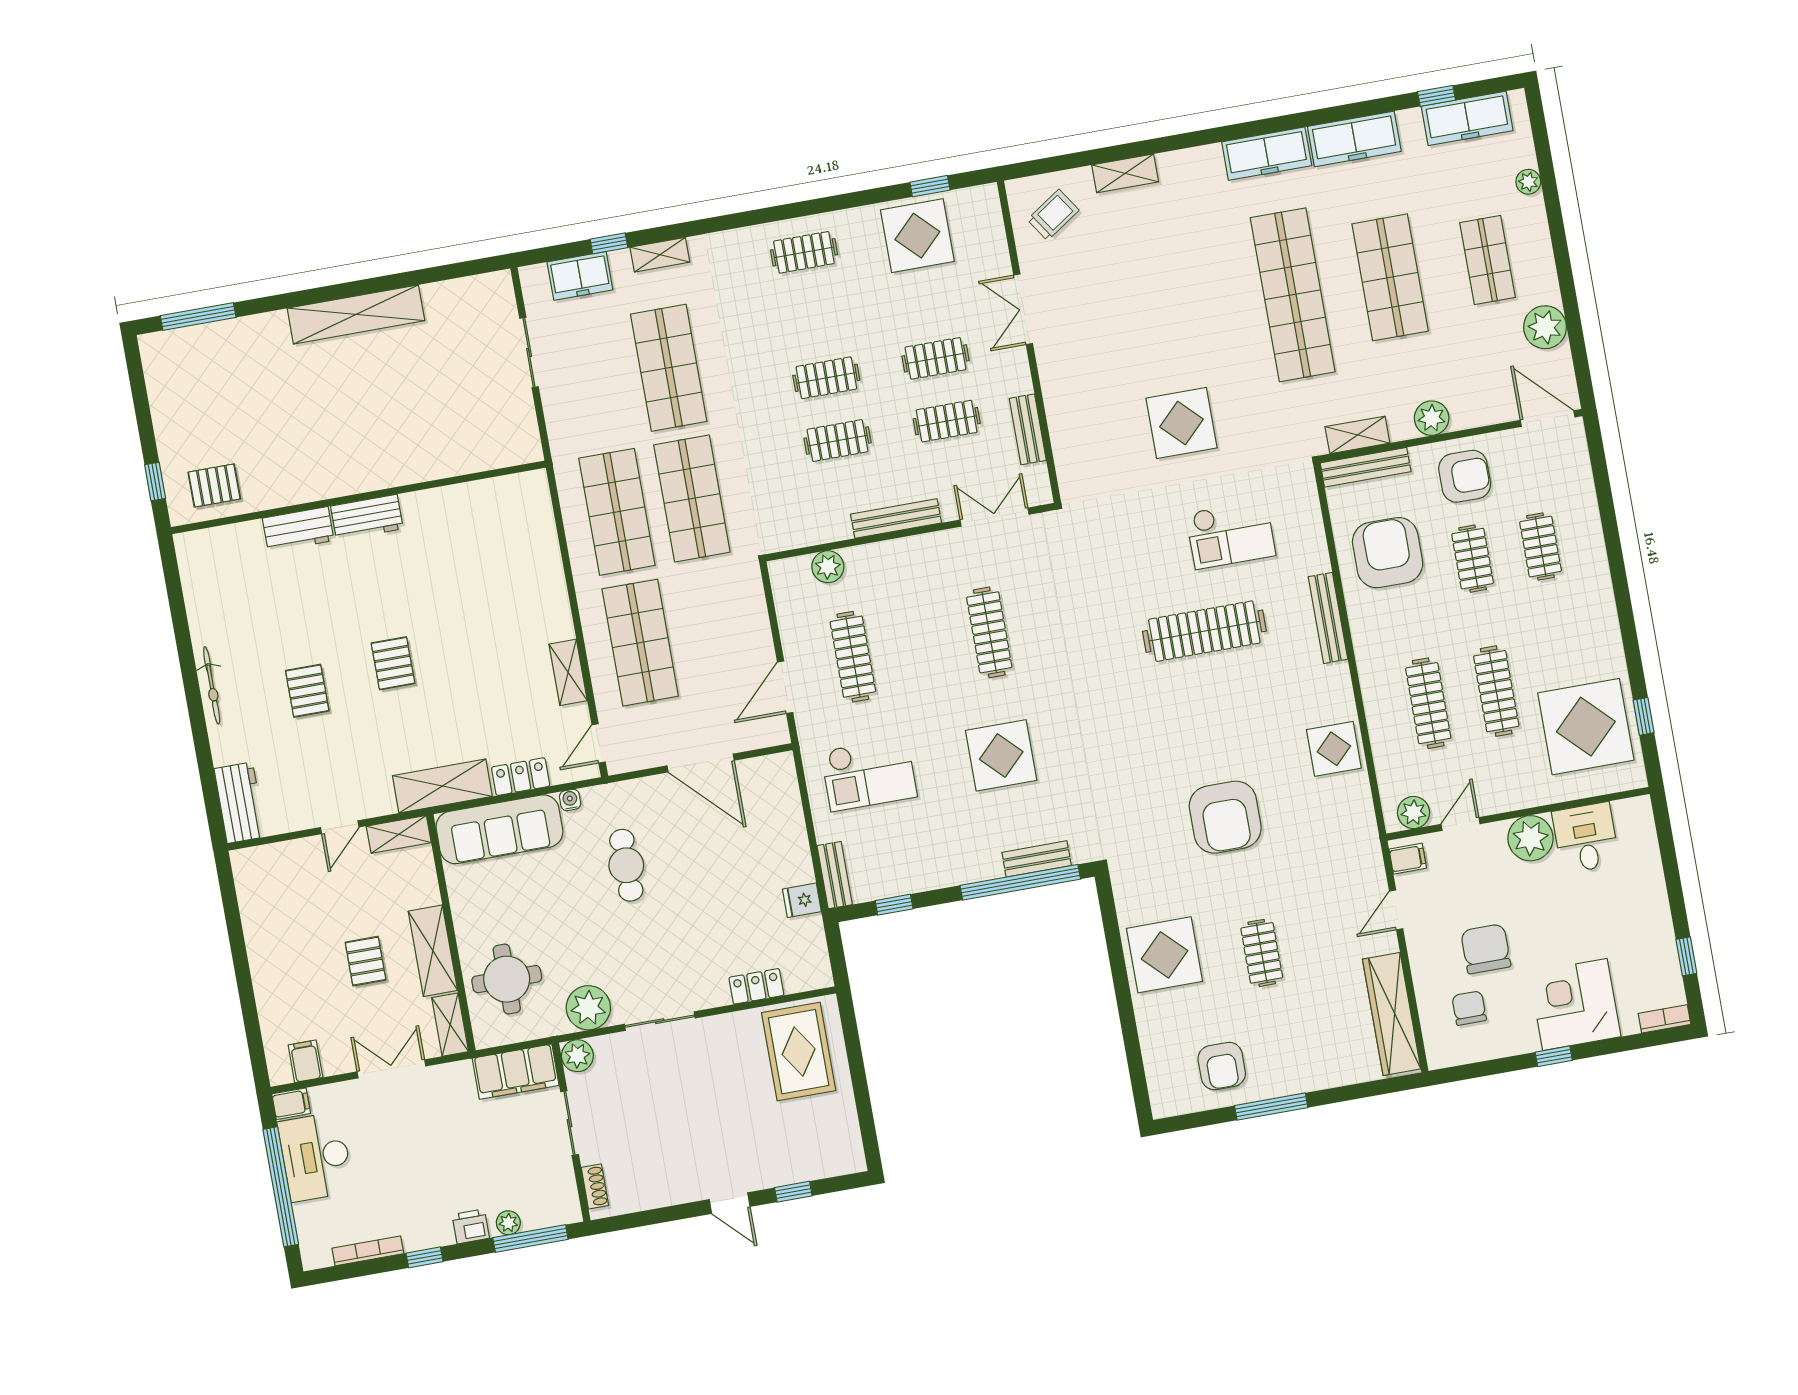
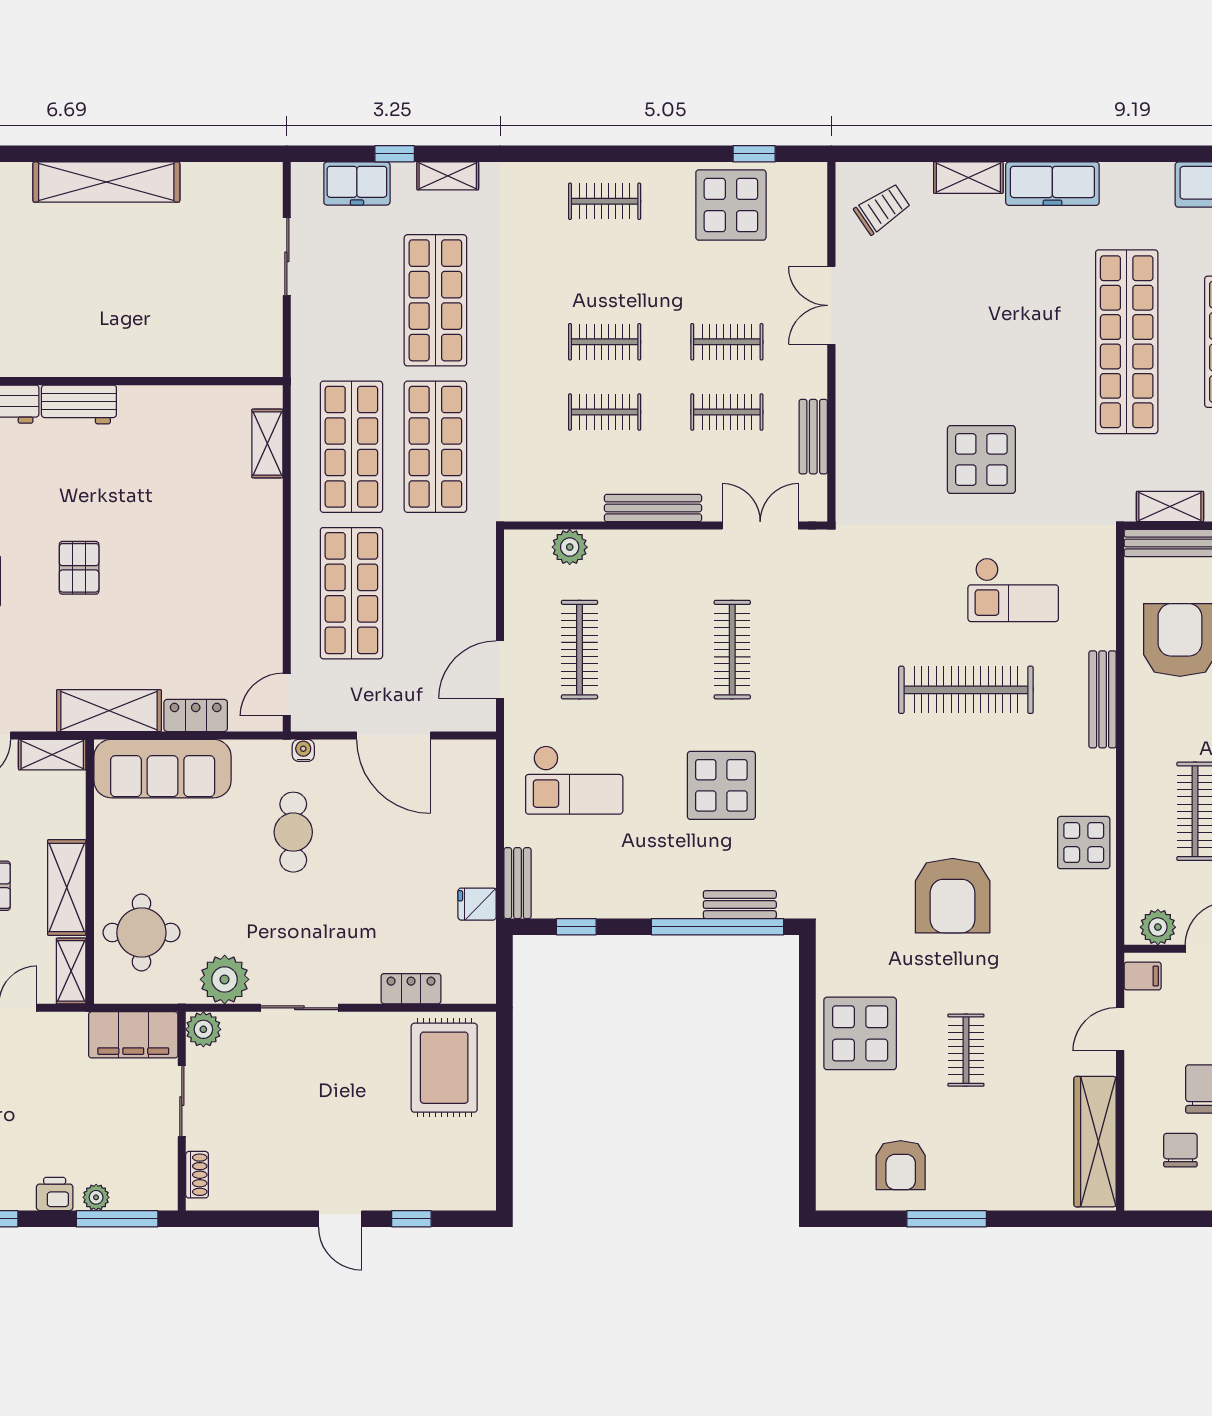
freezer: (1267, 154) -> (1052, 184), moved
shelving: (568, 672) -> (267, 443), moved
water cooler: (570, 800) -> (303, 750), moved

